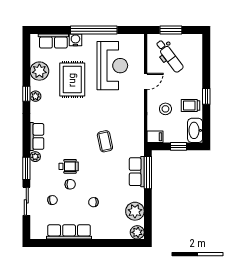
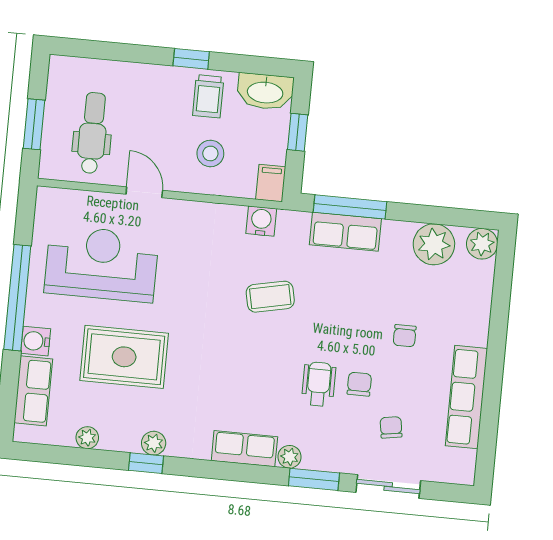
dental chair: (169, 56) -> (93, 133), turned -53
plant: (39, 71) -> (87, 438), width x0.53, depth x0.53
water cooler: (138, 134) -> (261, 221), added

